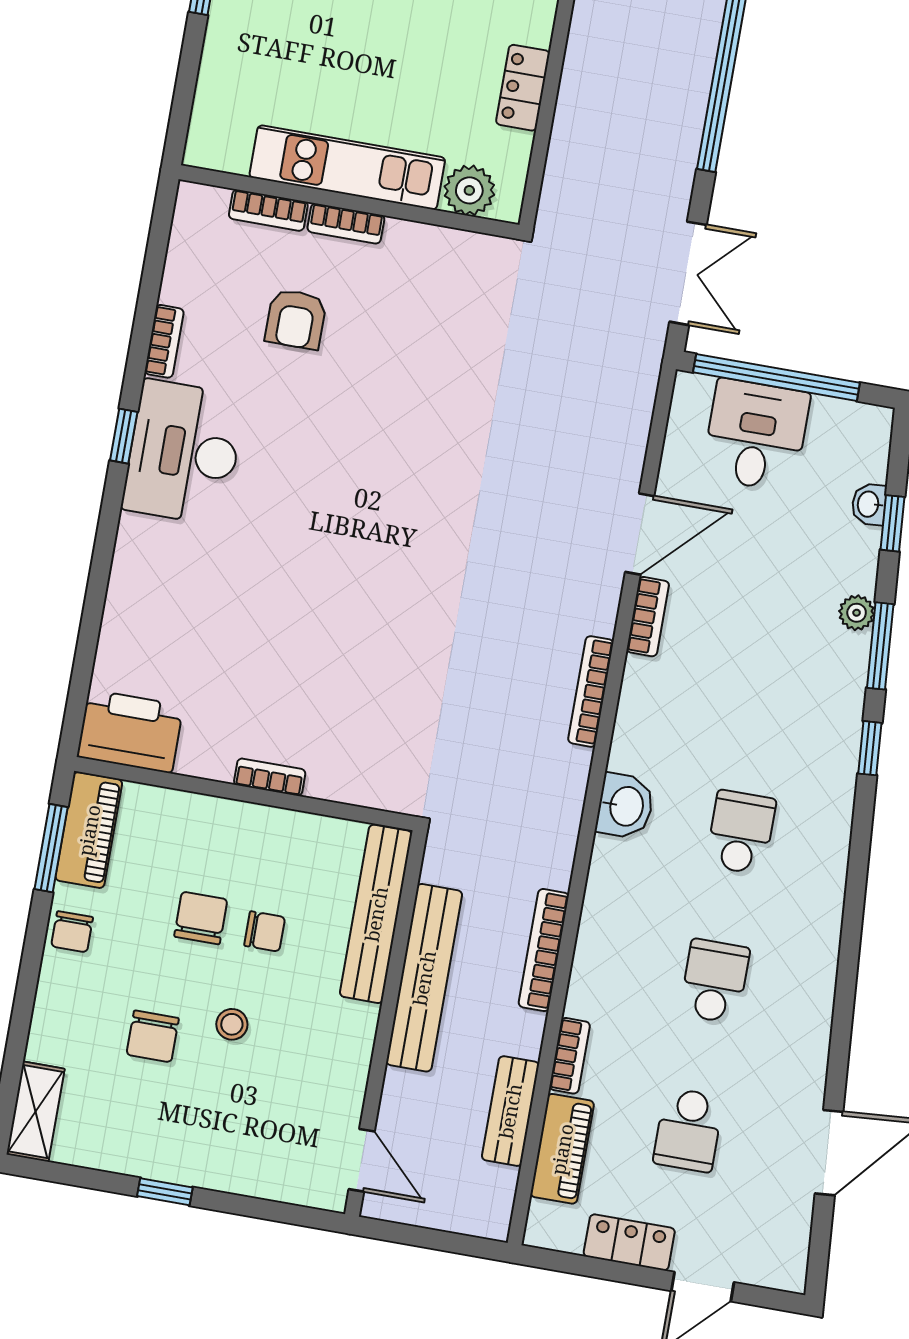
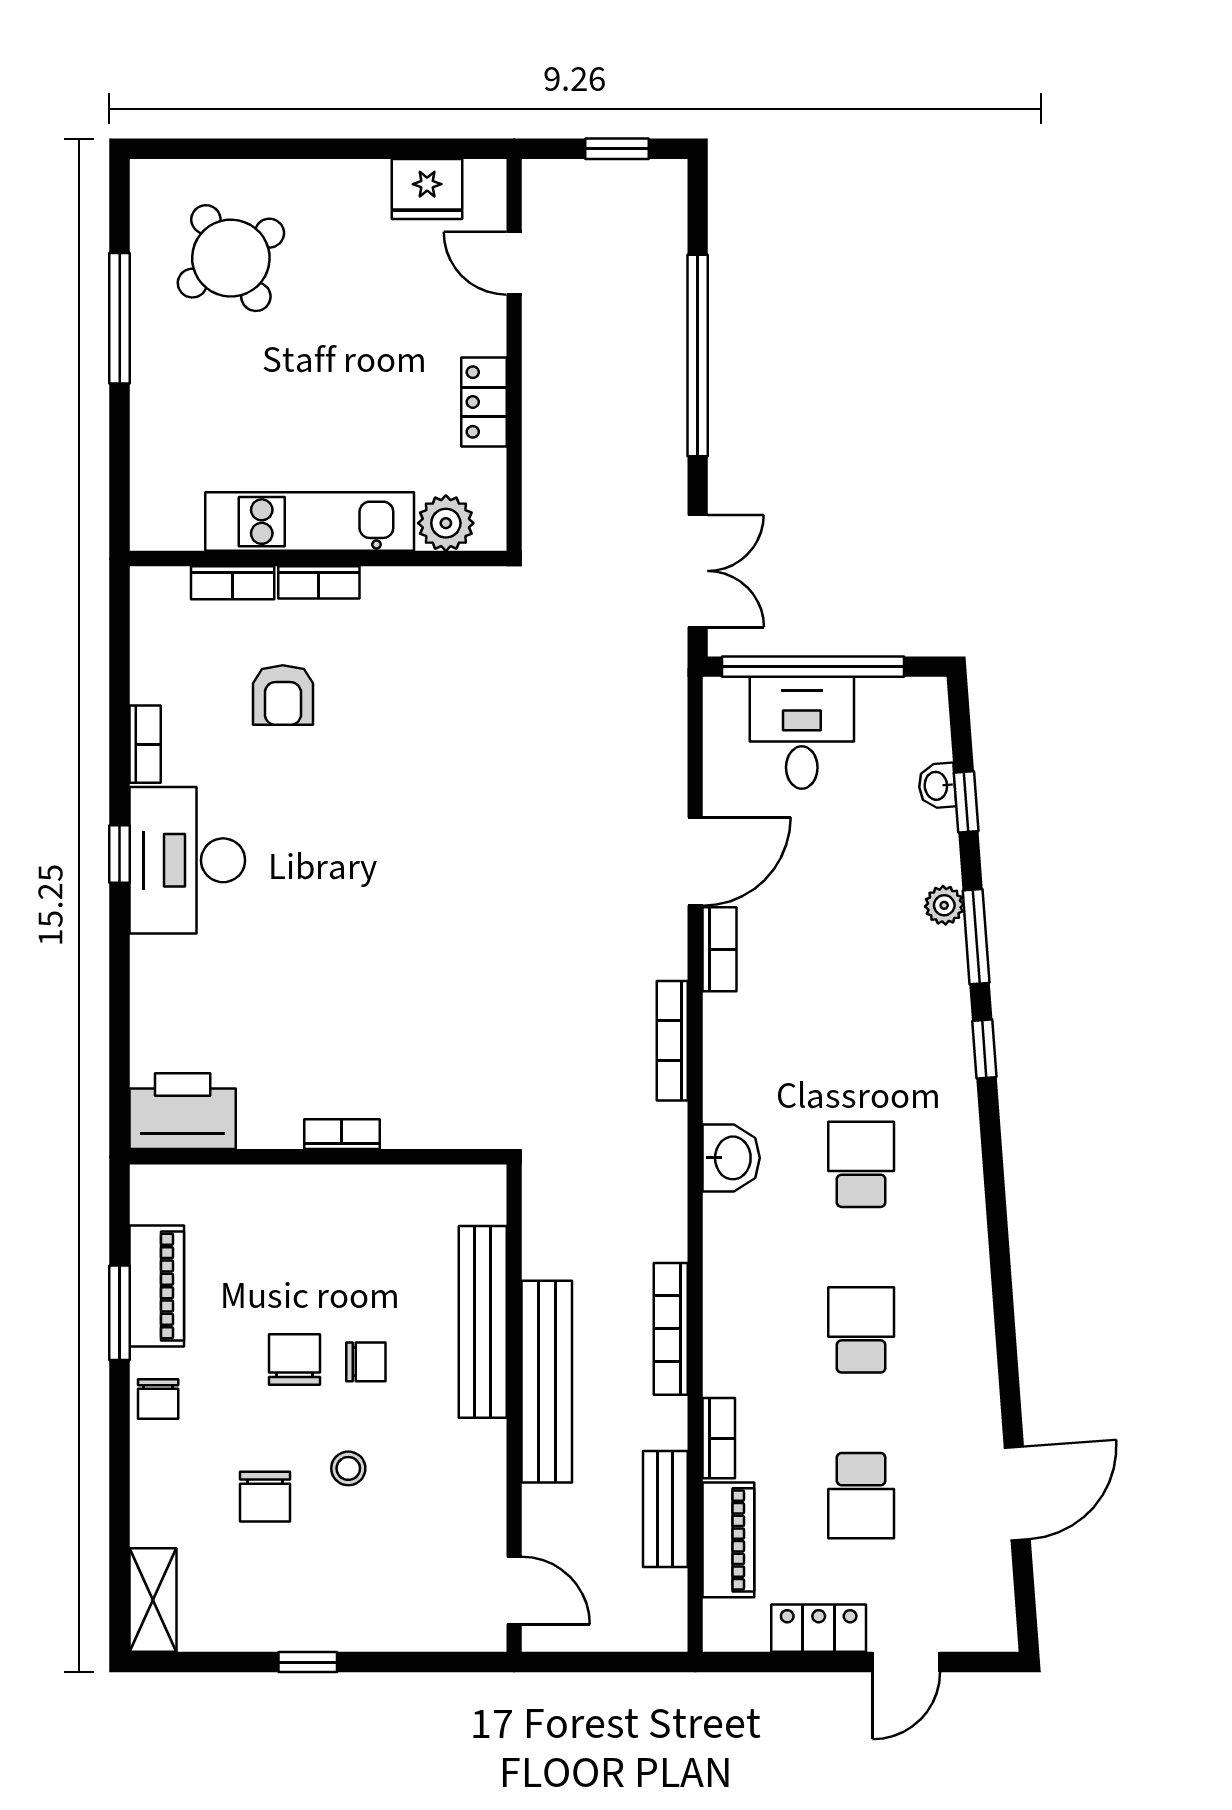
printer: (130, 731) -> (183, 1111), moved
bookcase: (270, 777) -> (342, 1134), moved
wall: (245, 794) -> (318, 1157), moved

